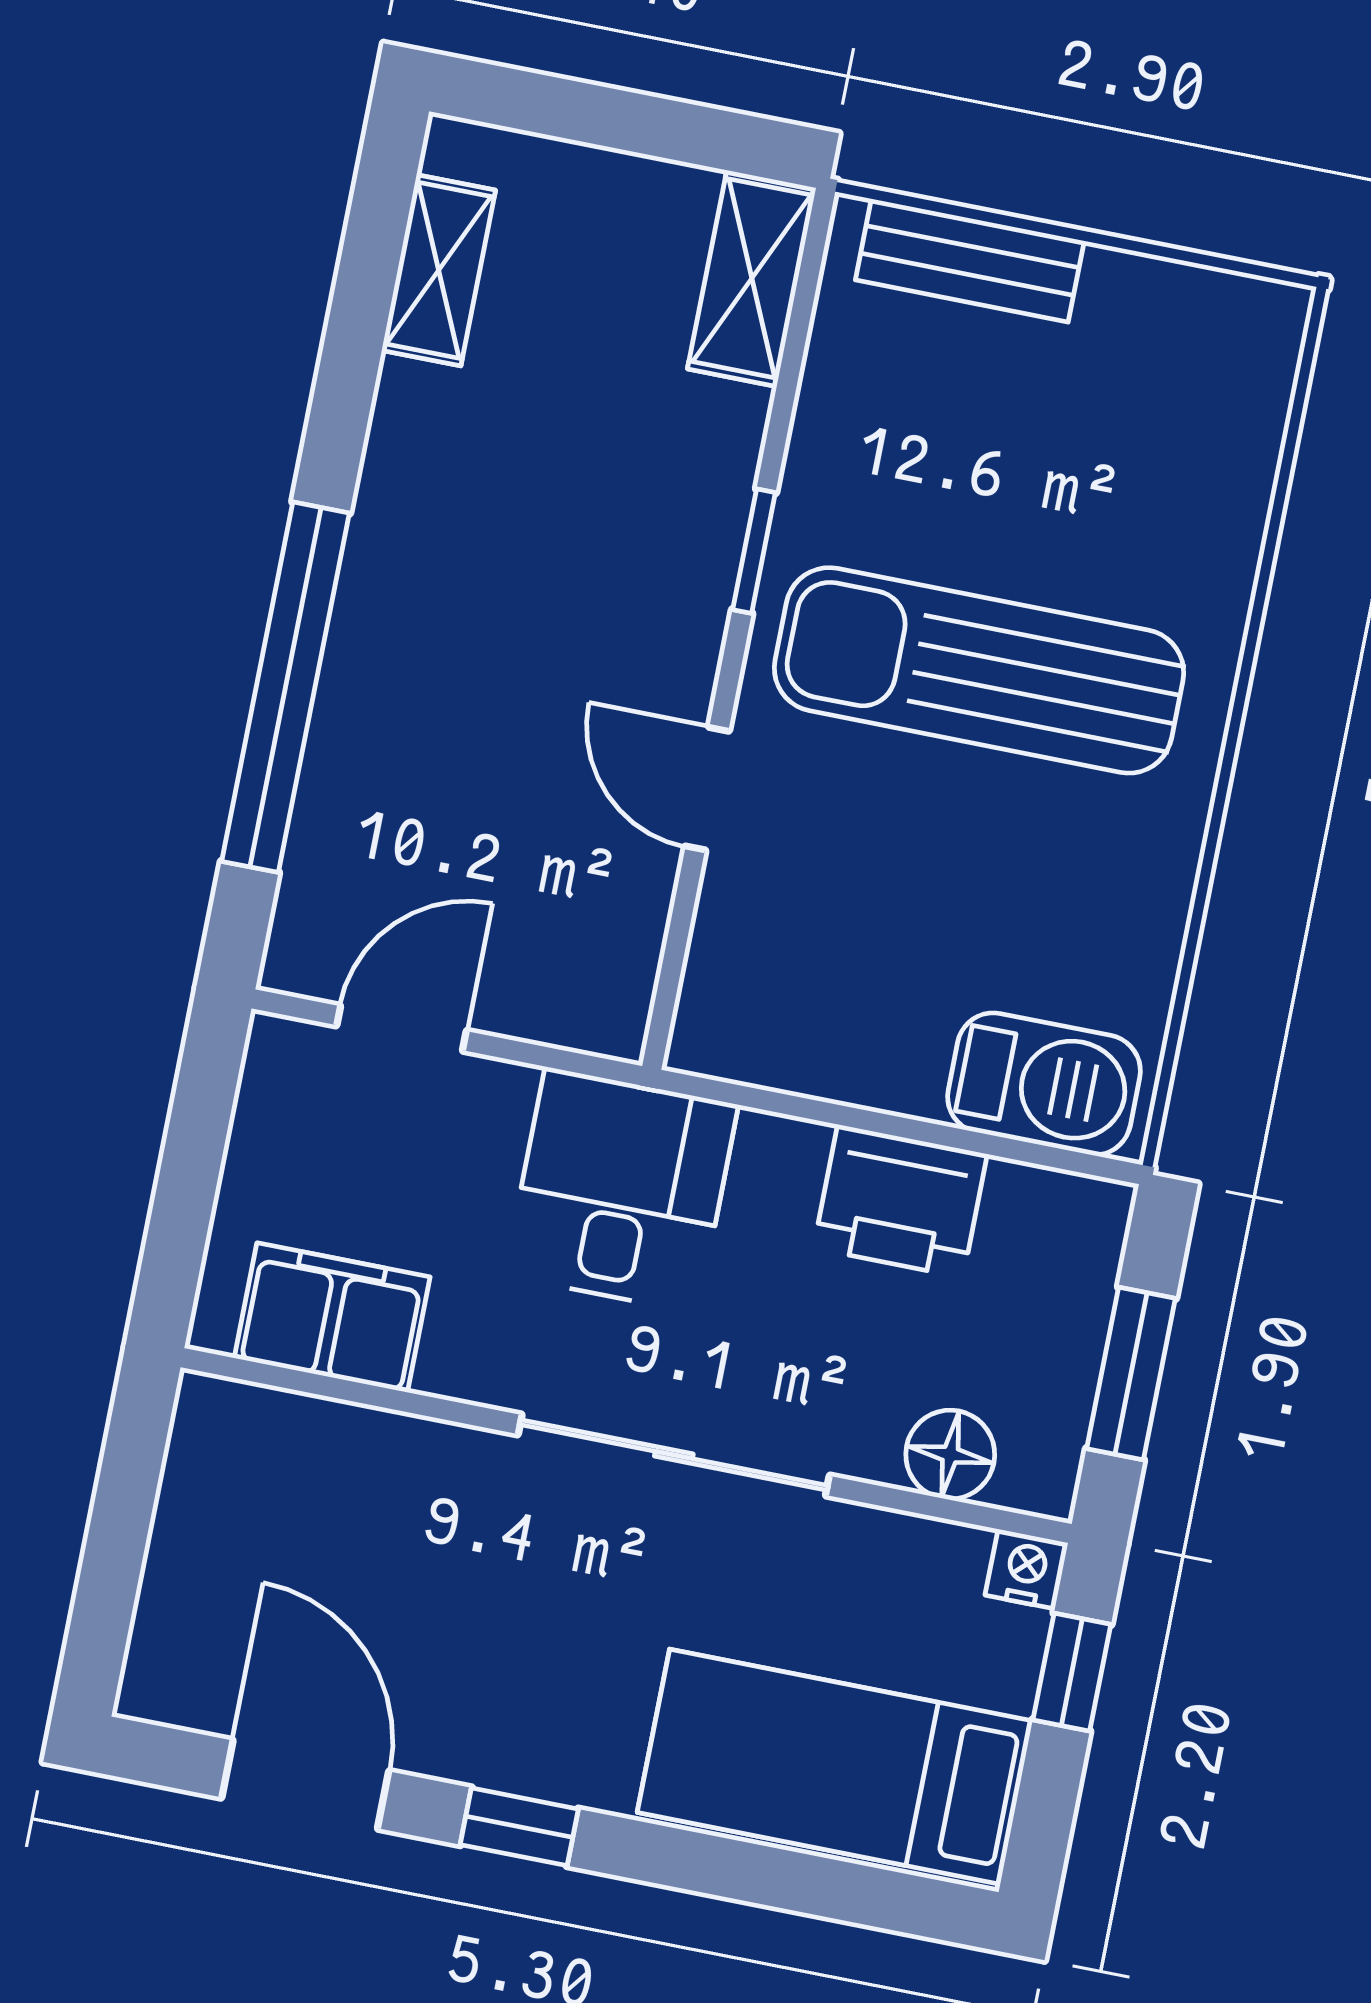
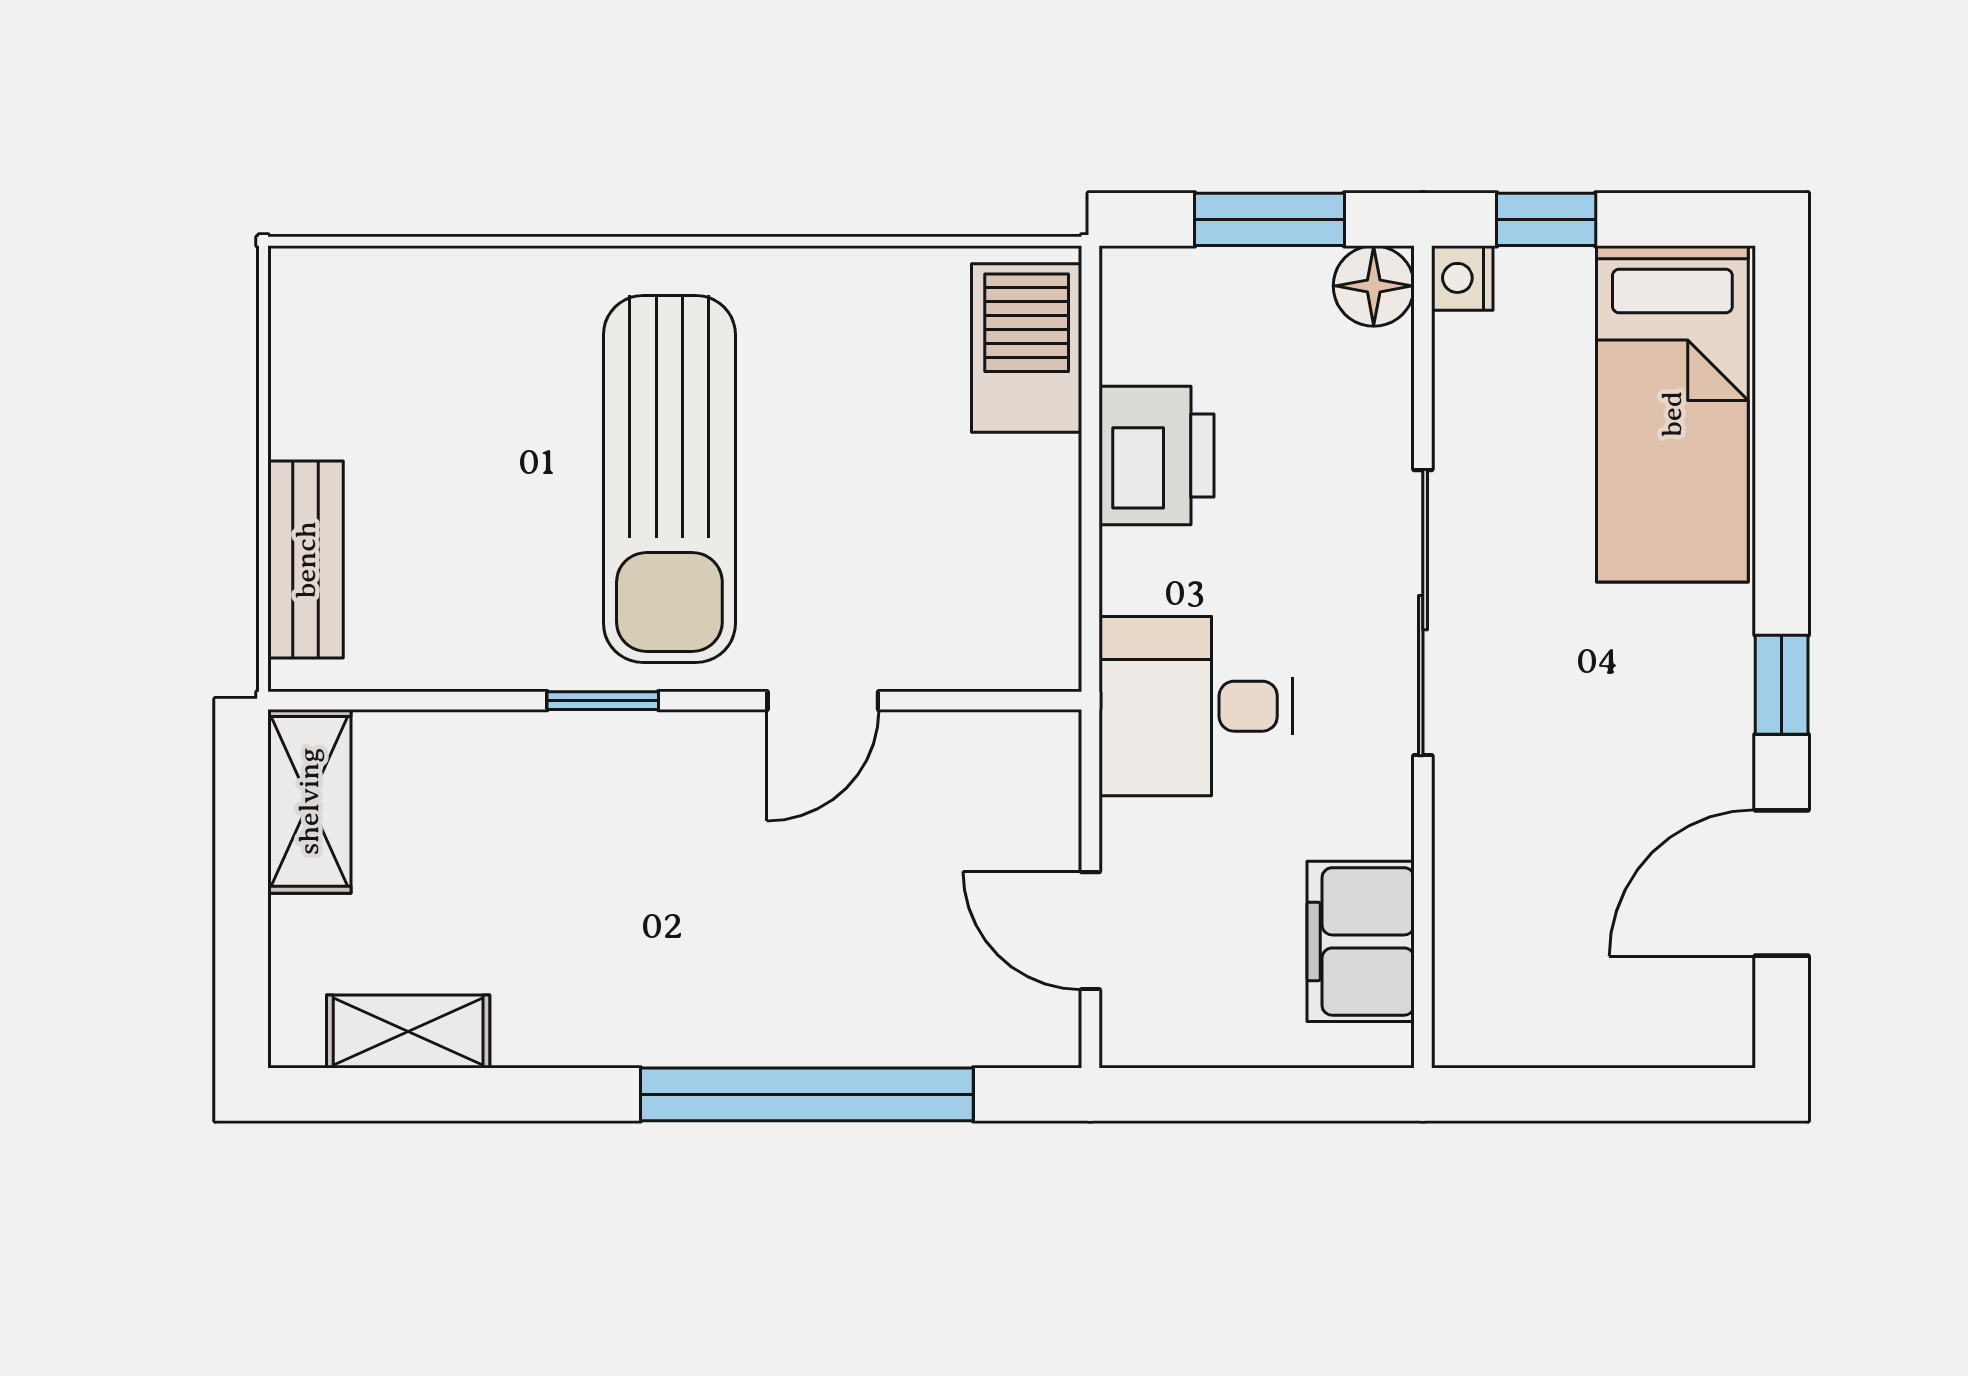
shelving: (752, 278) -> (309, 801), moved, turned 90
floor lamp: (950, 1455) -> (1374, 286), moved

